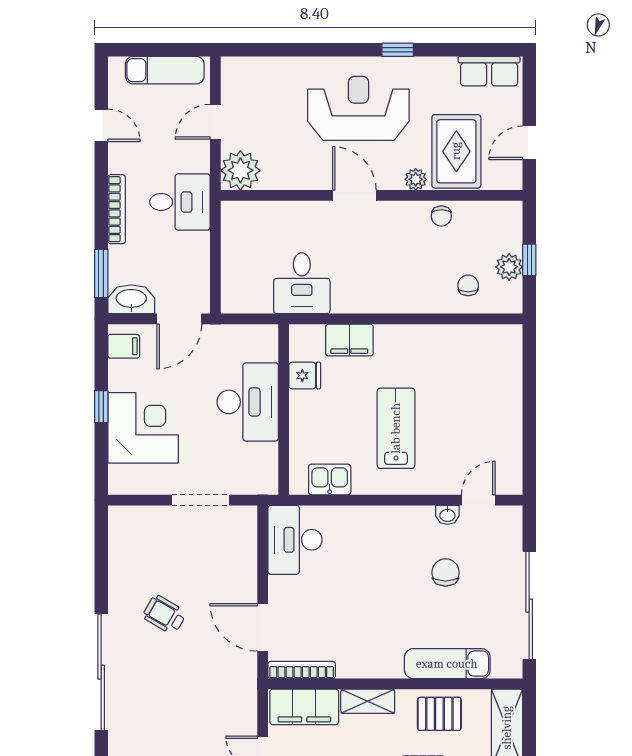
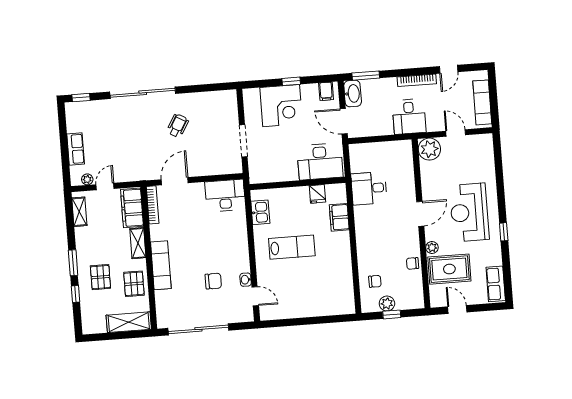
reception desk: (358, 108) -> (469, 212), turned 180
bookcase: (117, 209) -> (417, 80), moved
desk: (248, 402) -> (320, 162), moved
exam couch: (447, 664) -> (161, 265), moved

